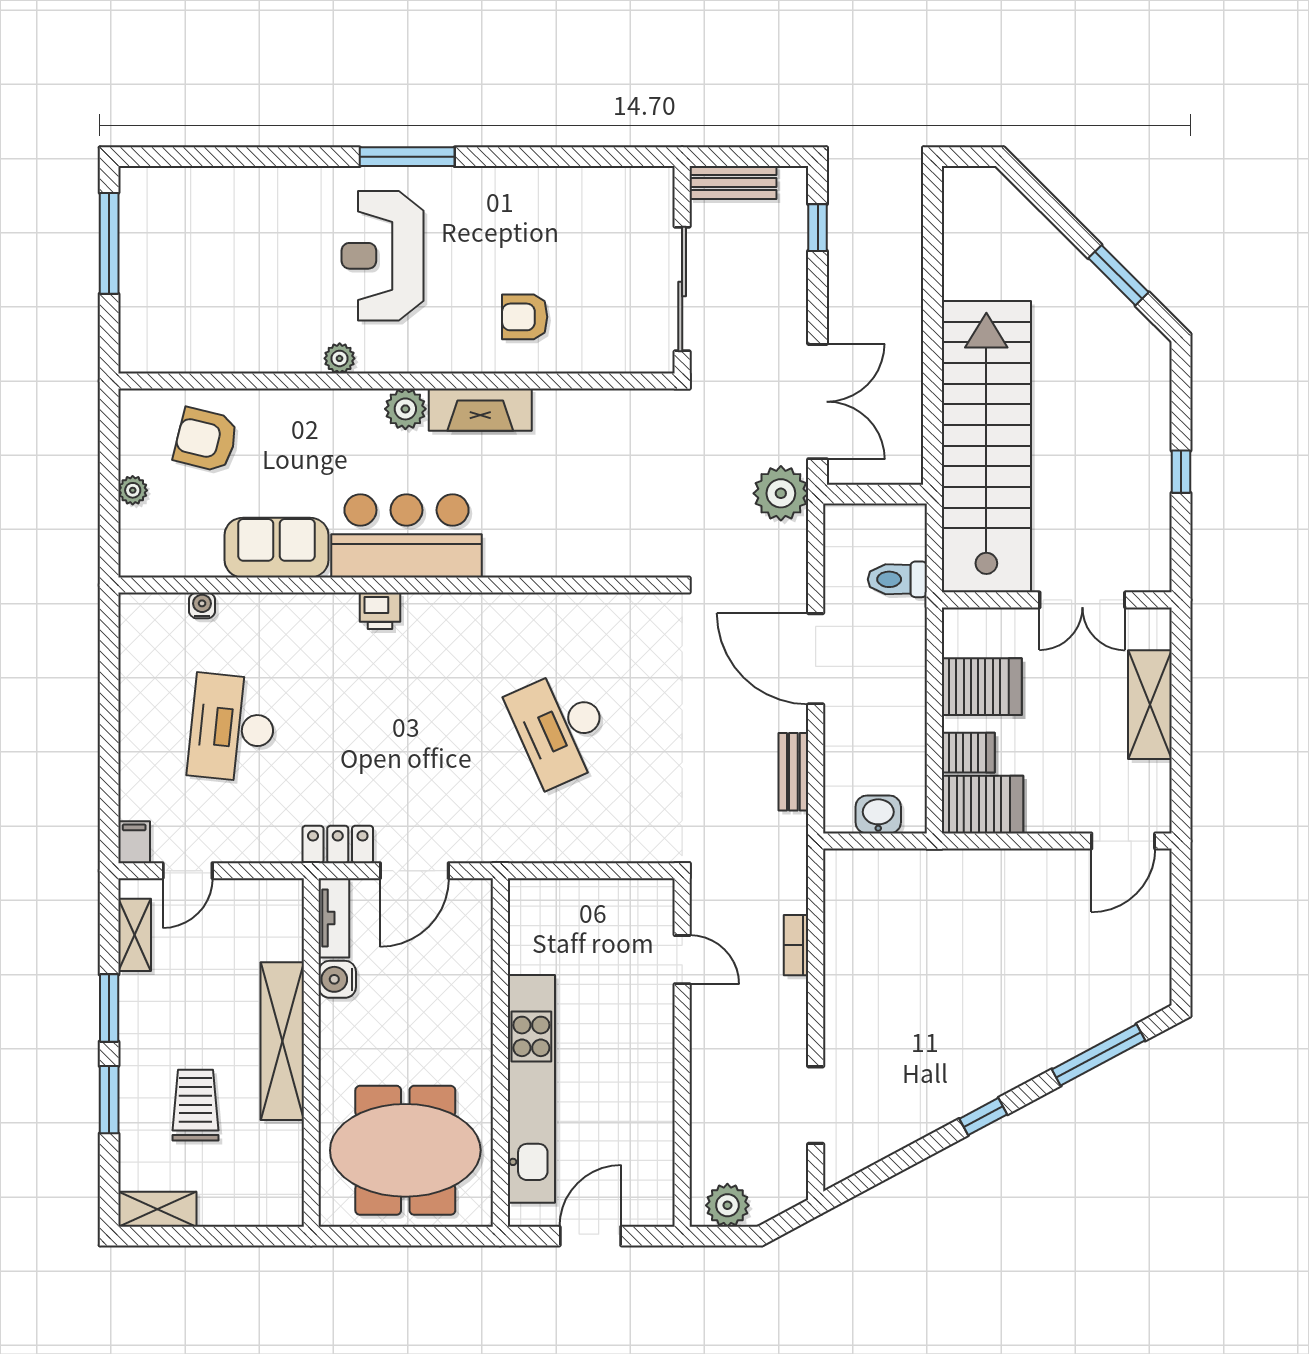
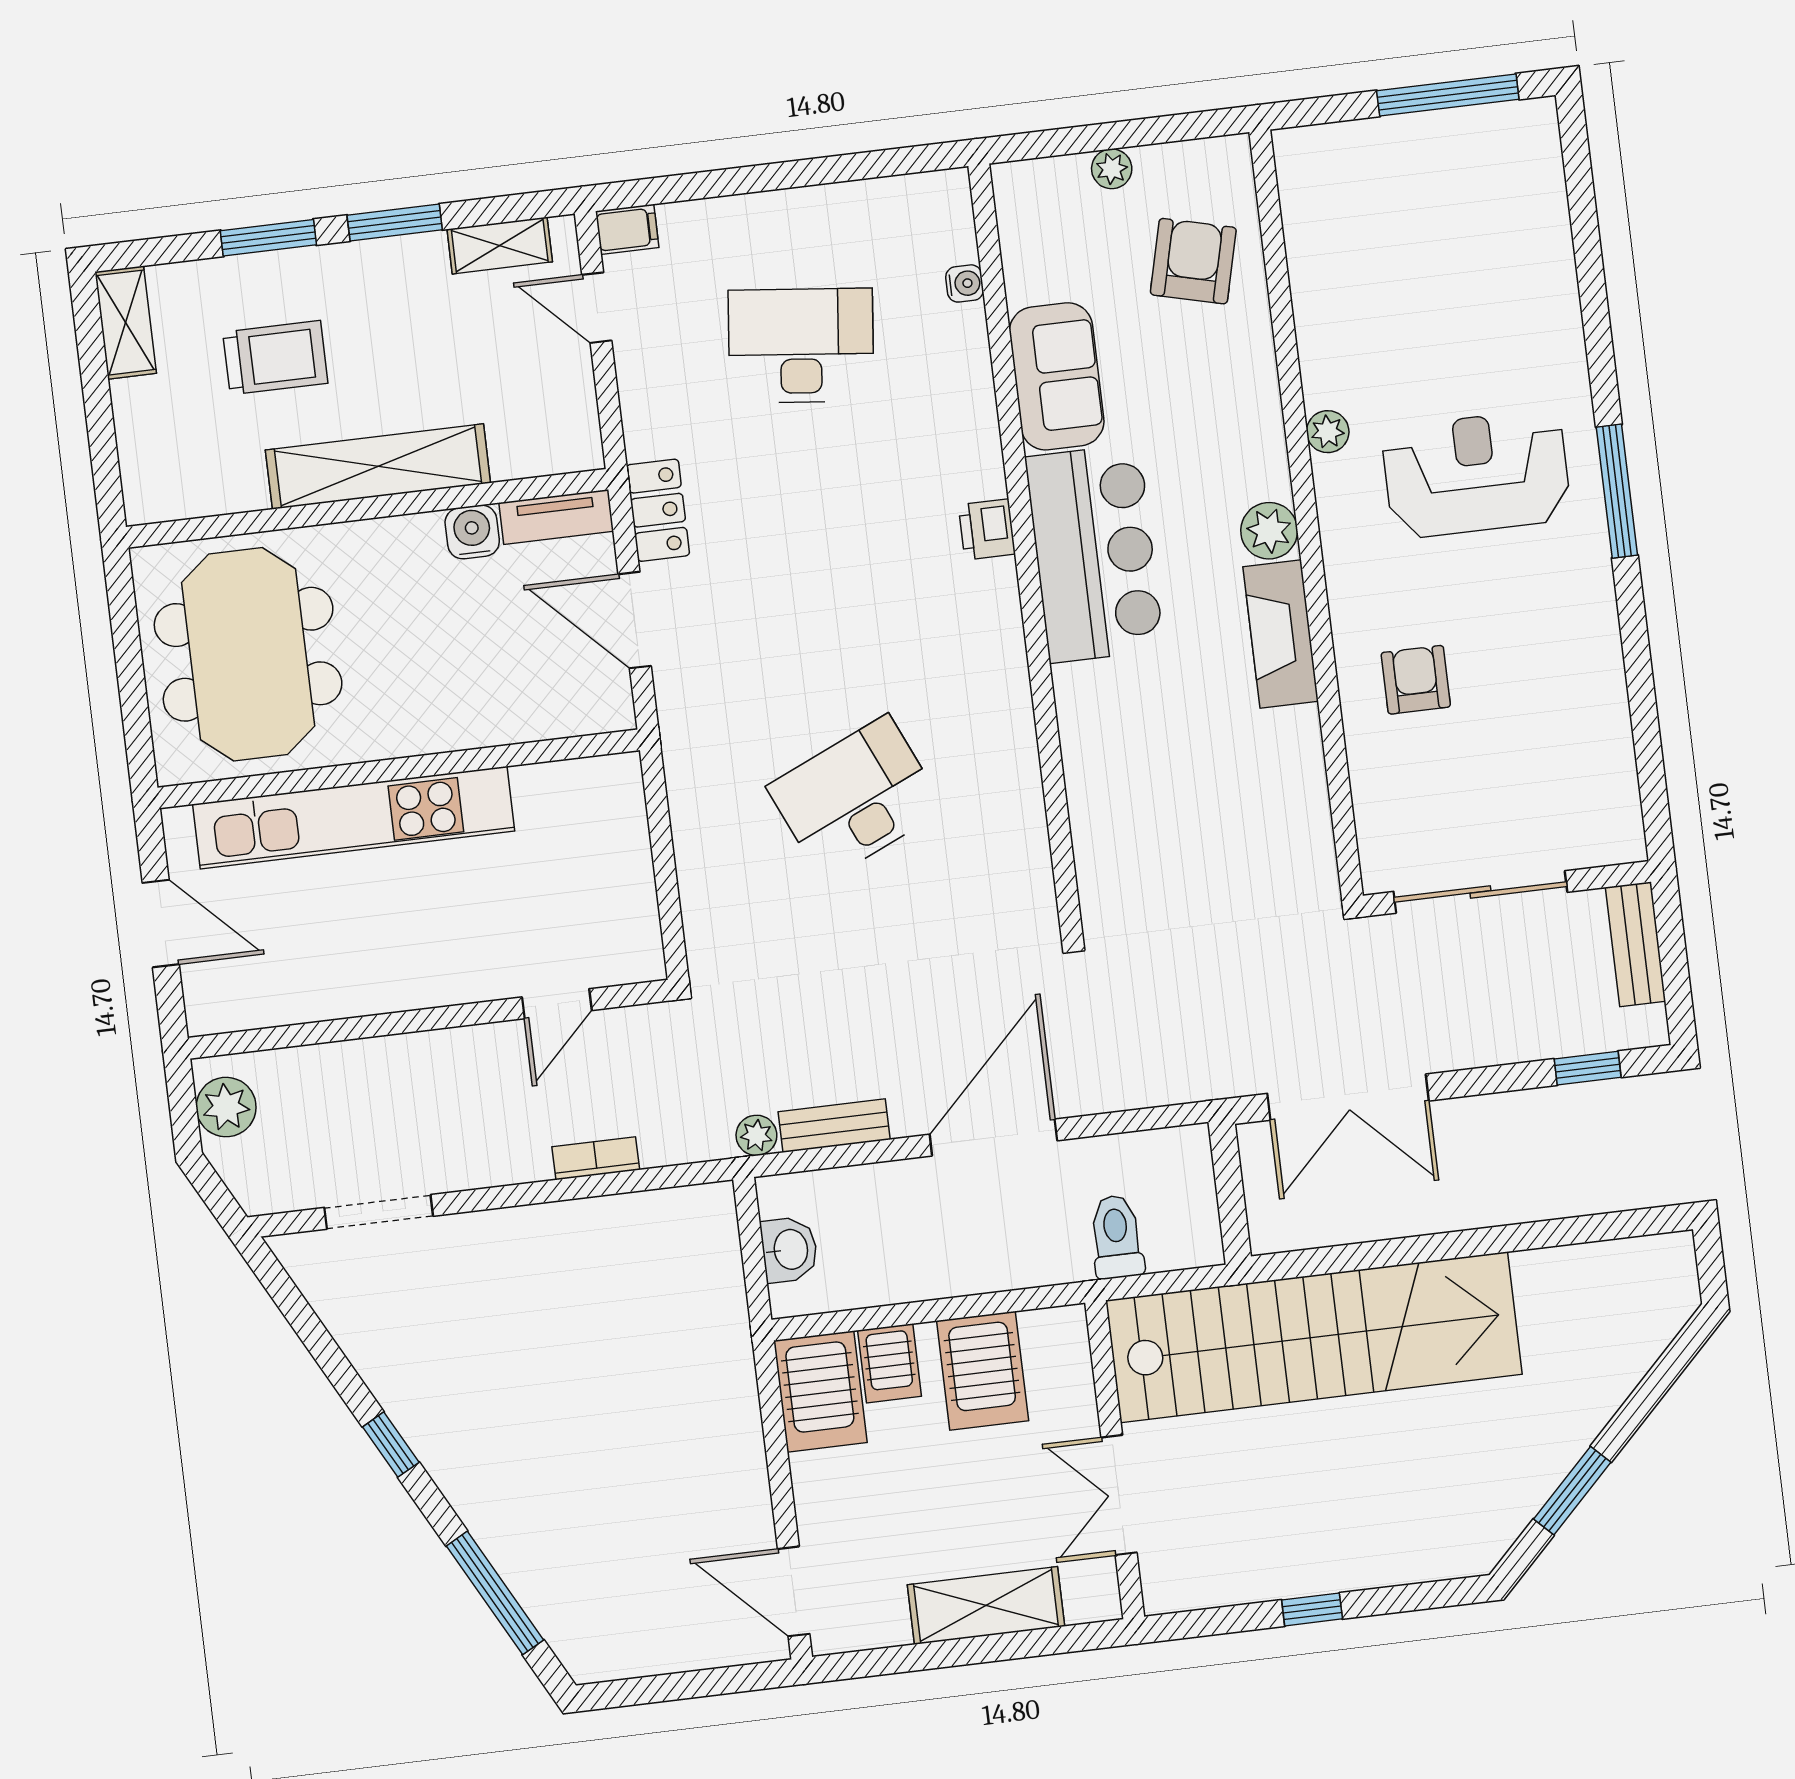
plant: (781, 493) -> (756, 1135), moved, width x0.53, depth x0.53

